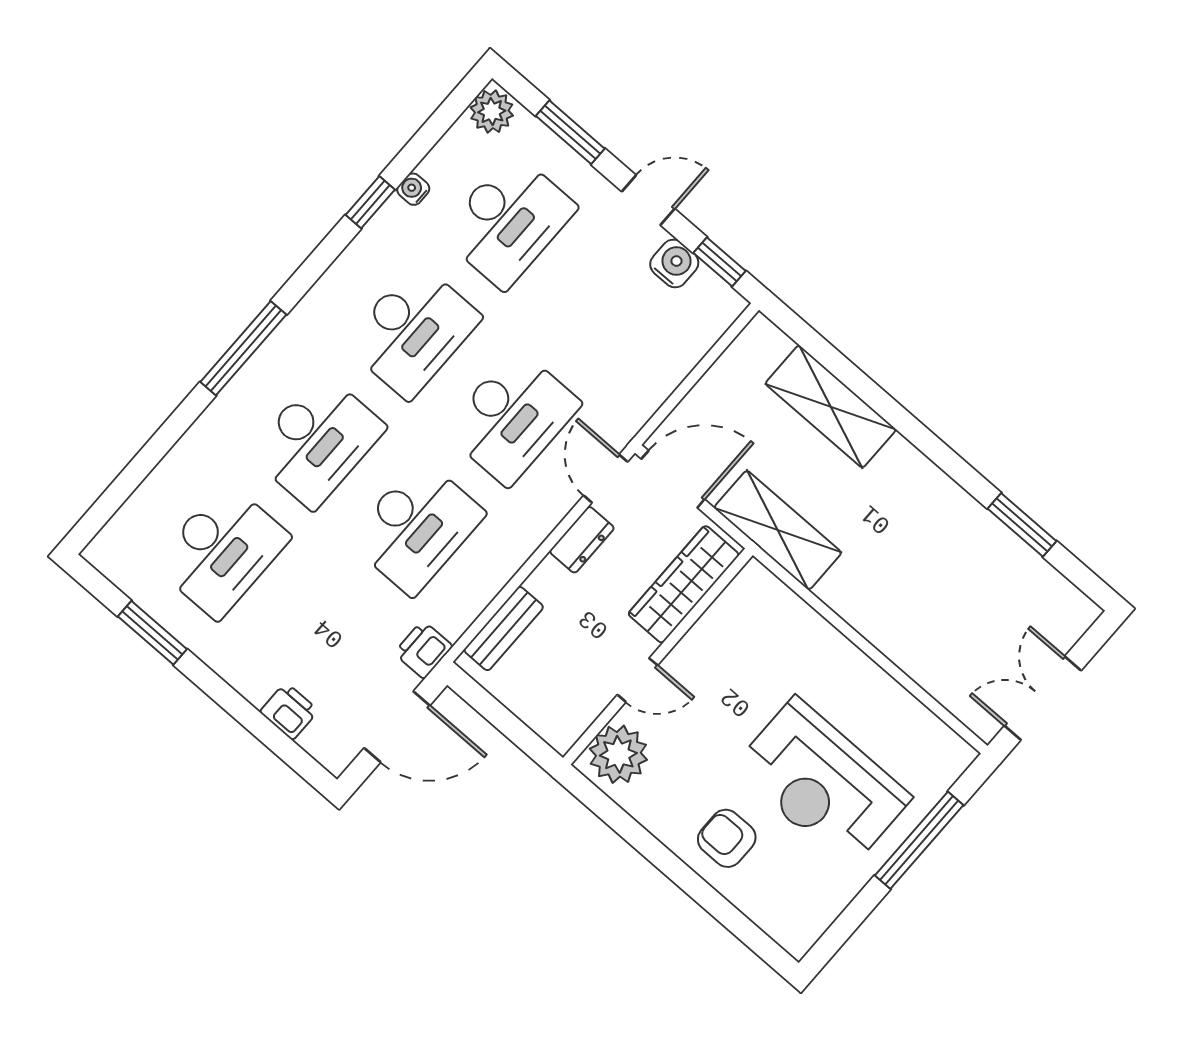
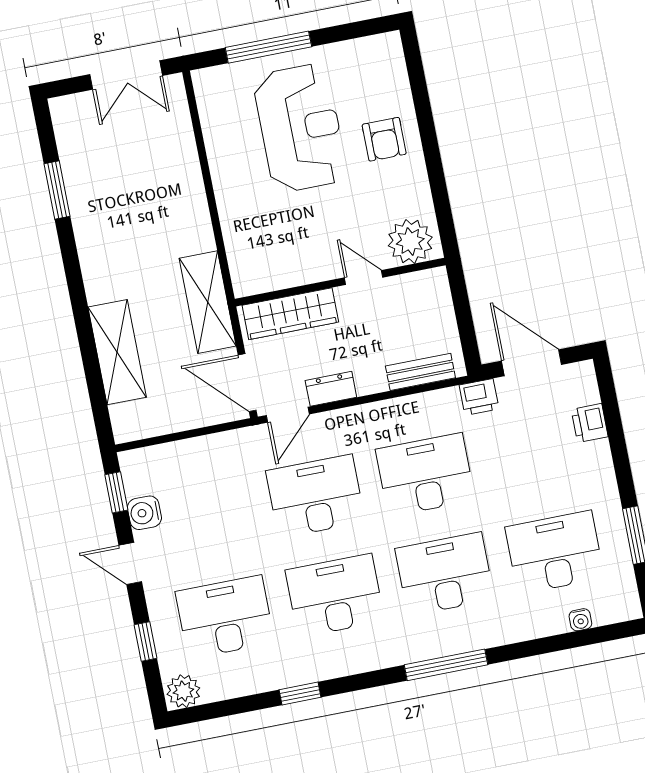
window: (570, 132) -> (146, 641), width x0.67
water cooler: (413, 189) -> (580, 620), moved

